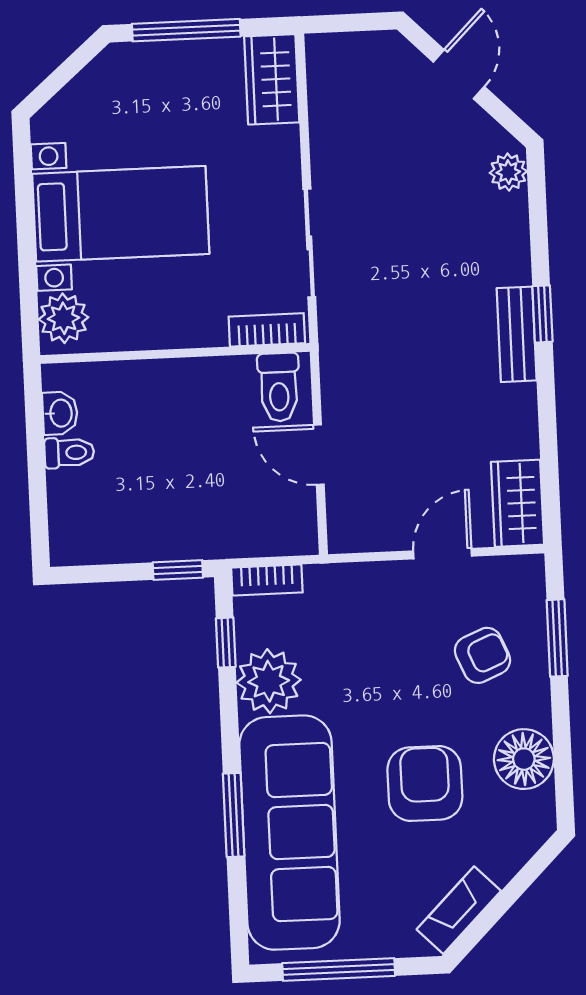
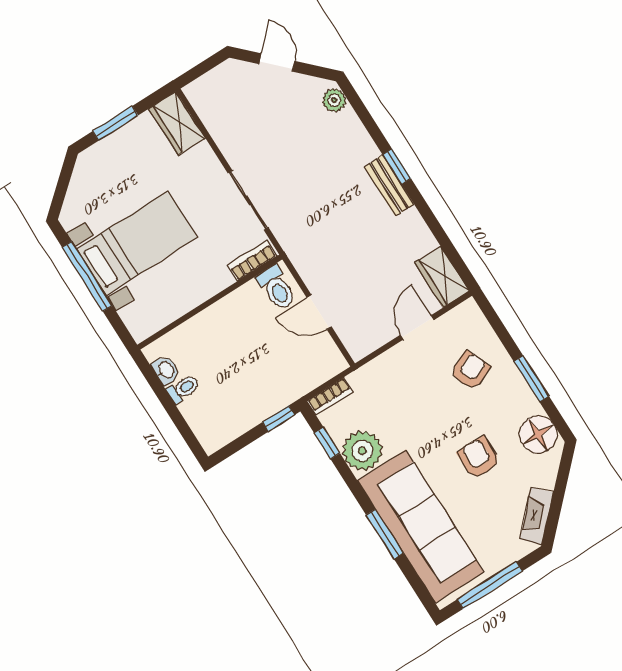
window: (186, 30) -> (115, 123), width x0.69
window: (25, 220) -> (87, 276), added
plant: (64, 318) -> (138, 318), removed
window: (557, 638) -> (531, 379), moved
floor lamp: (524, 759) -> (538, 435), moved
armchair: (425, 783) -> (479, 458), width x0.72, depth x0.72

